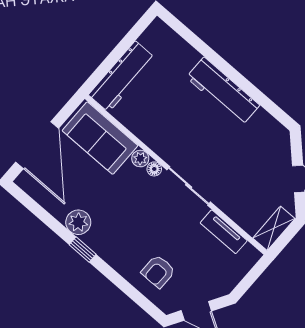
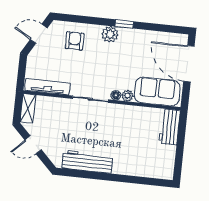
workbench: (122, 77) -> (169, 127), width x0.73
workbench: (223, 91) -> (88, 162), moved
plant: (78, 222) -> (110, 34), moved
tv unit: (224, 232) -> (48, 87), width x1.41

